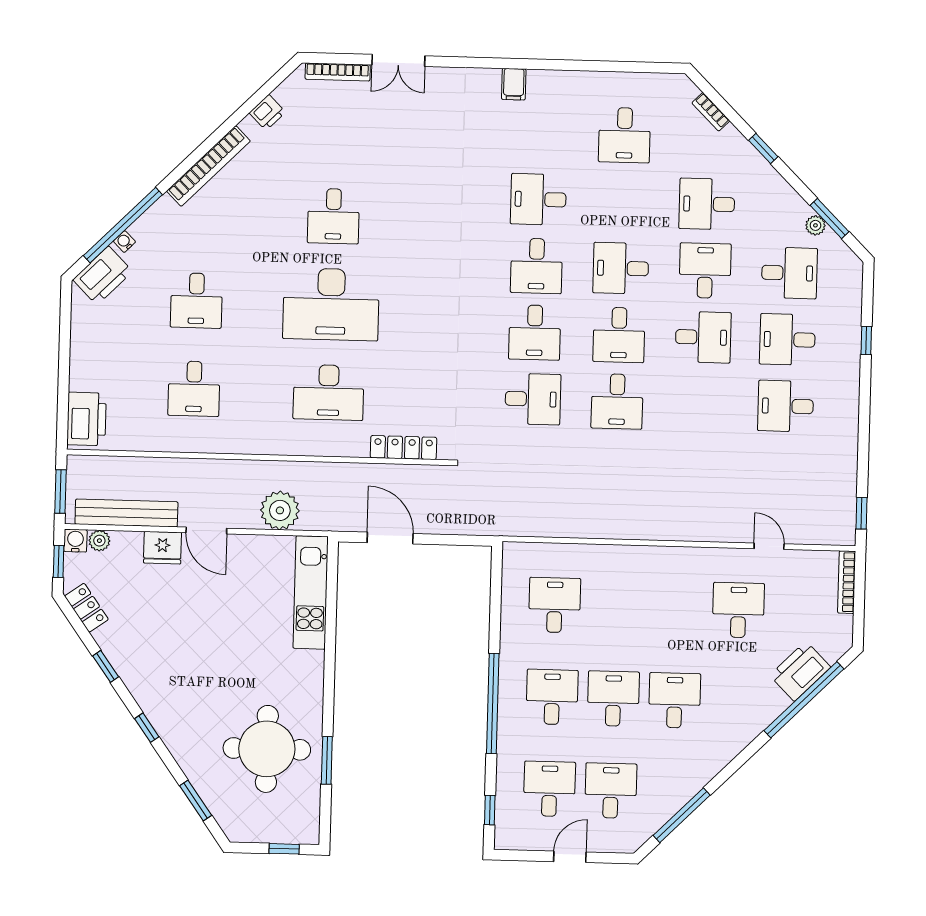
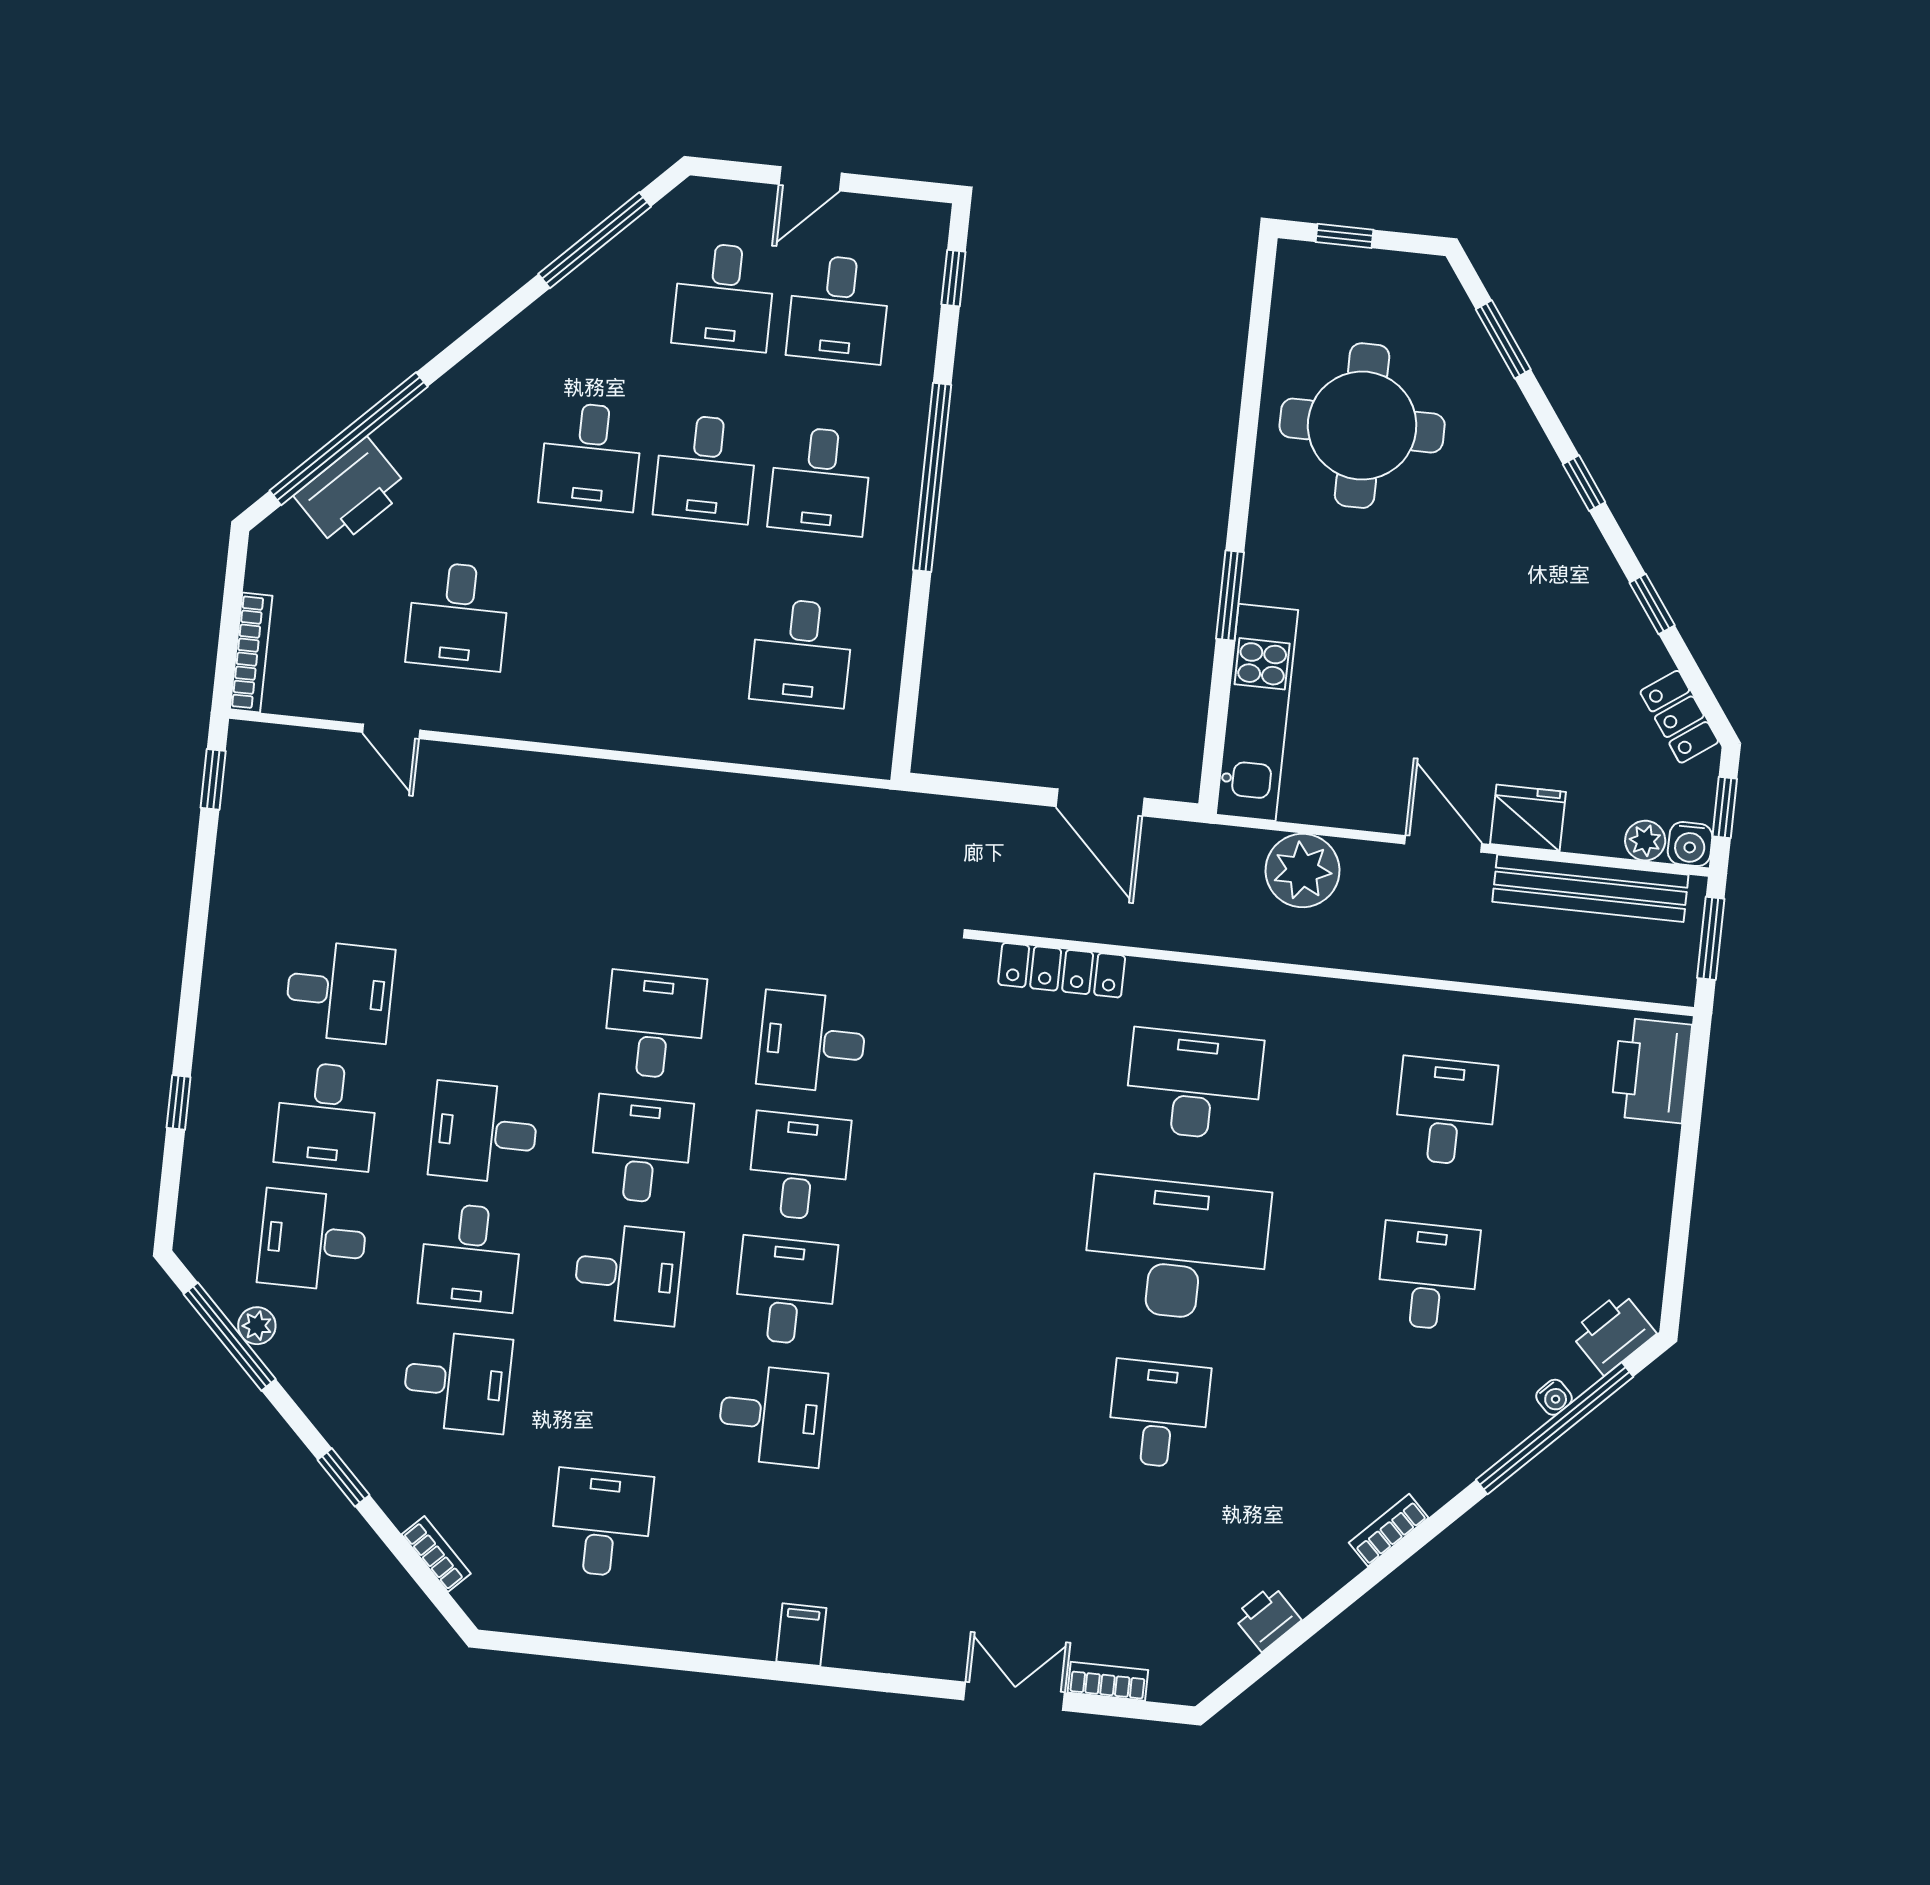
bookcase: (338, 72) -> (1108, 1681), width x0.64
bookcase: (208, 166) -> (1389, 1530), width x0.43, depth x0.76
window: (829, 218) -> (230, 1337), width x1.44
printer: (103, 276) -> (1613, 1333), width x0.73, depth x0.84
desk: (787, 340) -> (326, 1116), turned 90
window: (327, 760) -> (1230, 595), moved

